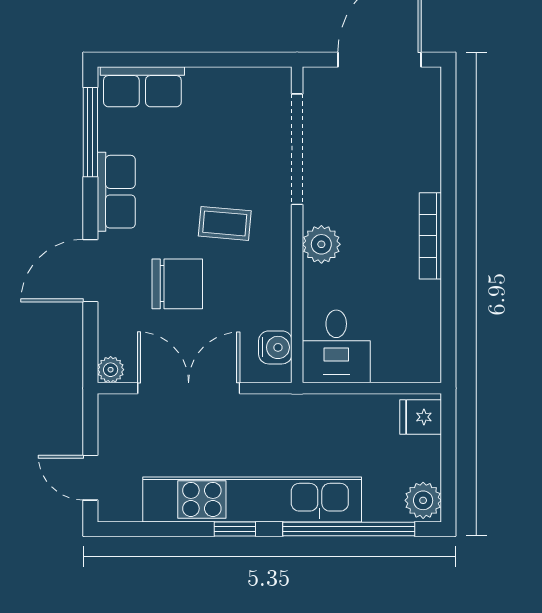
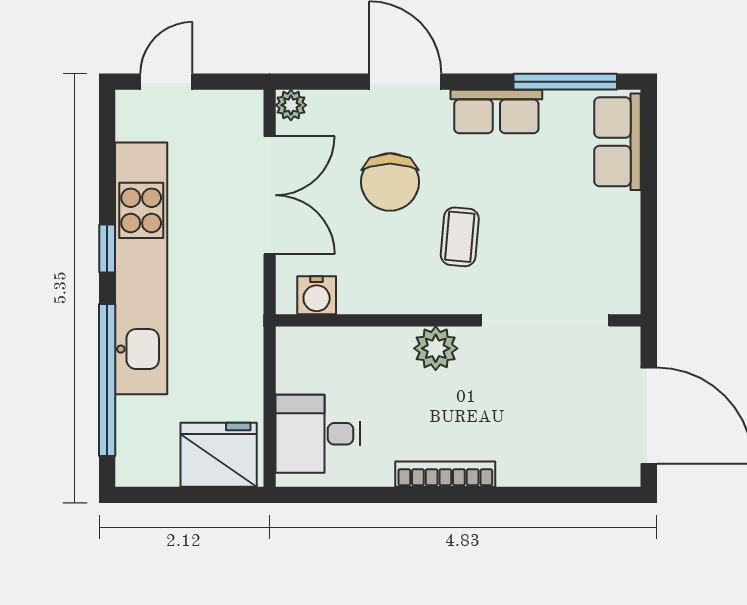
desk: (336, 346) -> (318, 434), moved
fridge: (421, 417) -> (219, 455), width x1.88, depth x1.34
plant: (423, 500) -> (140, 466), removed

